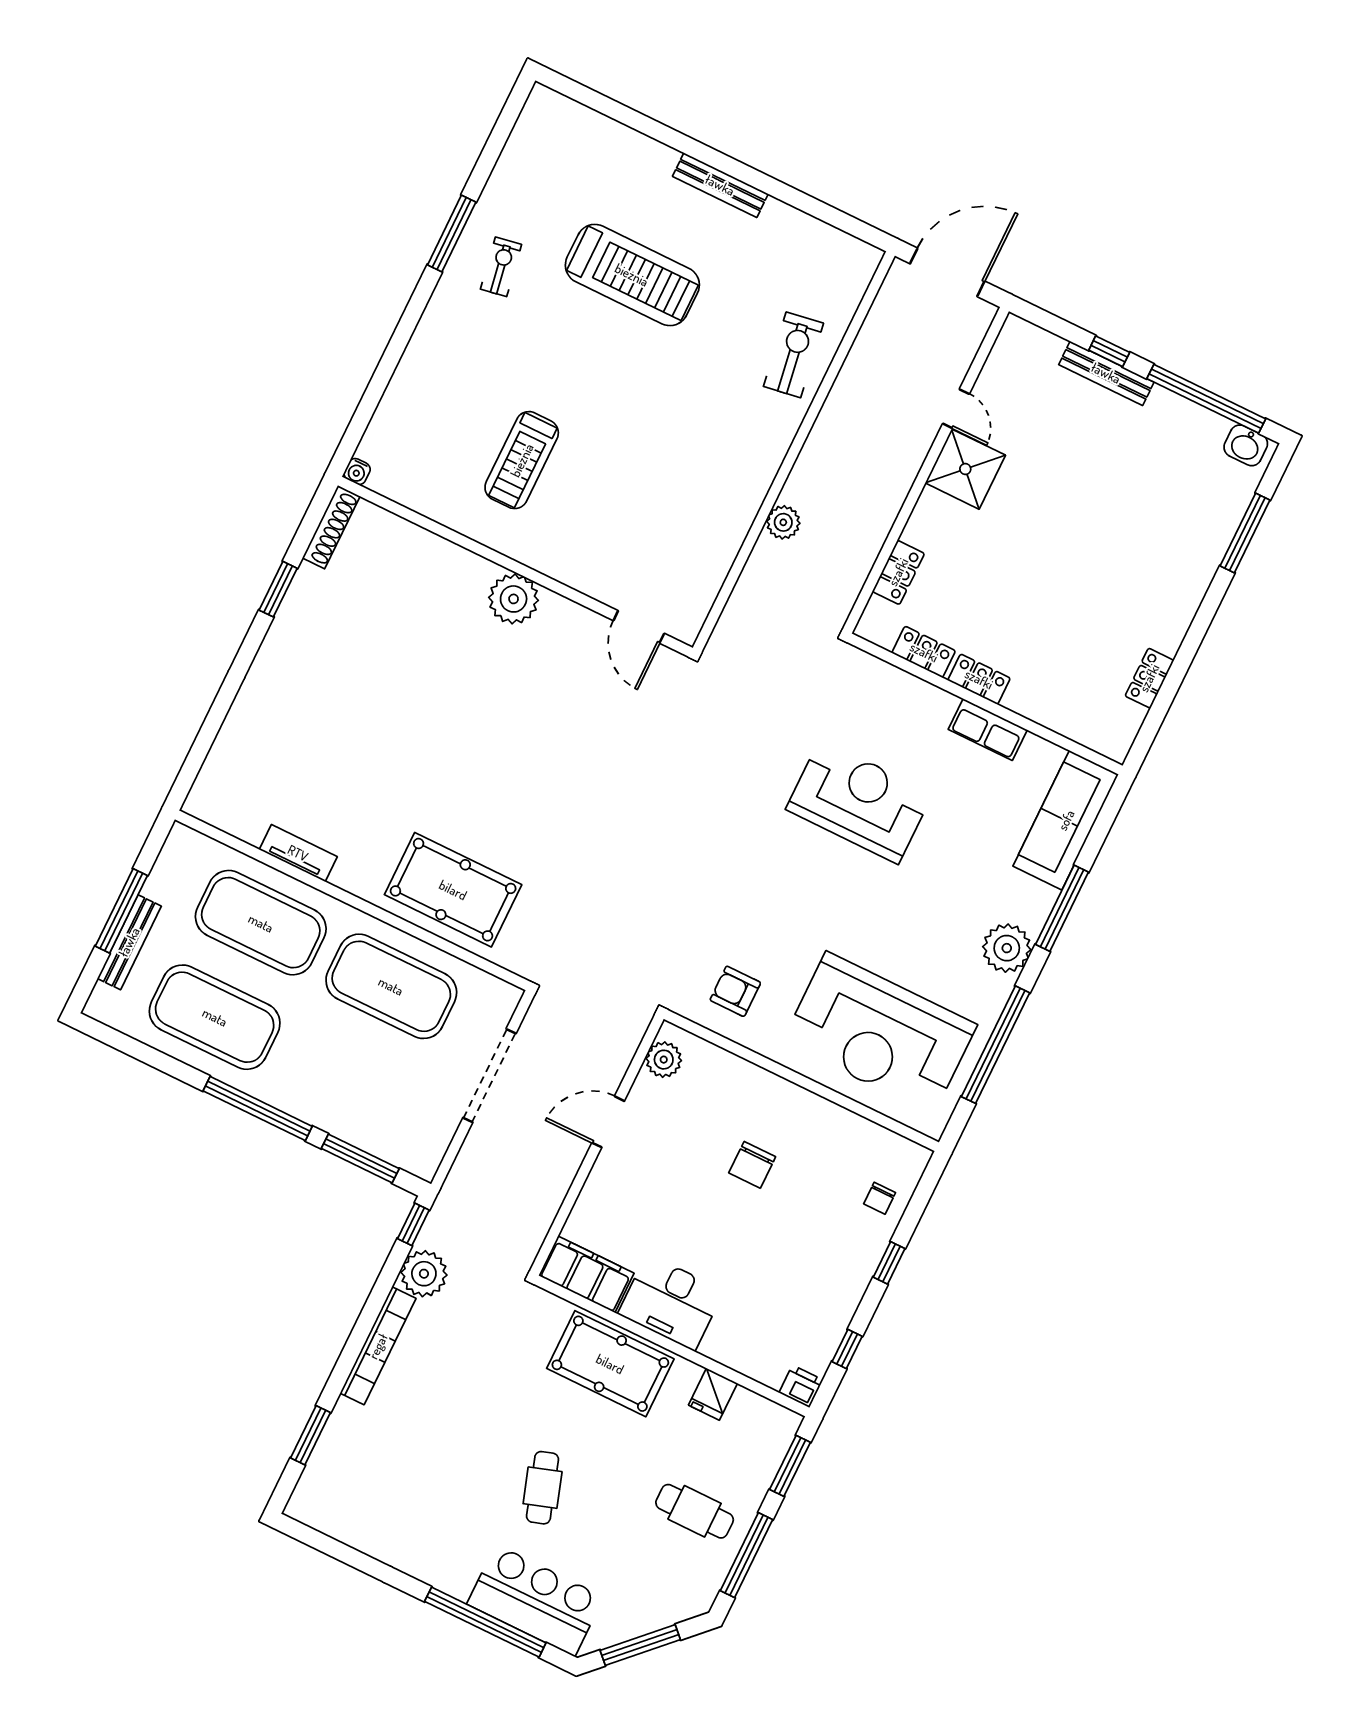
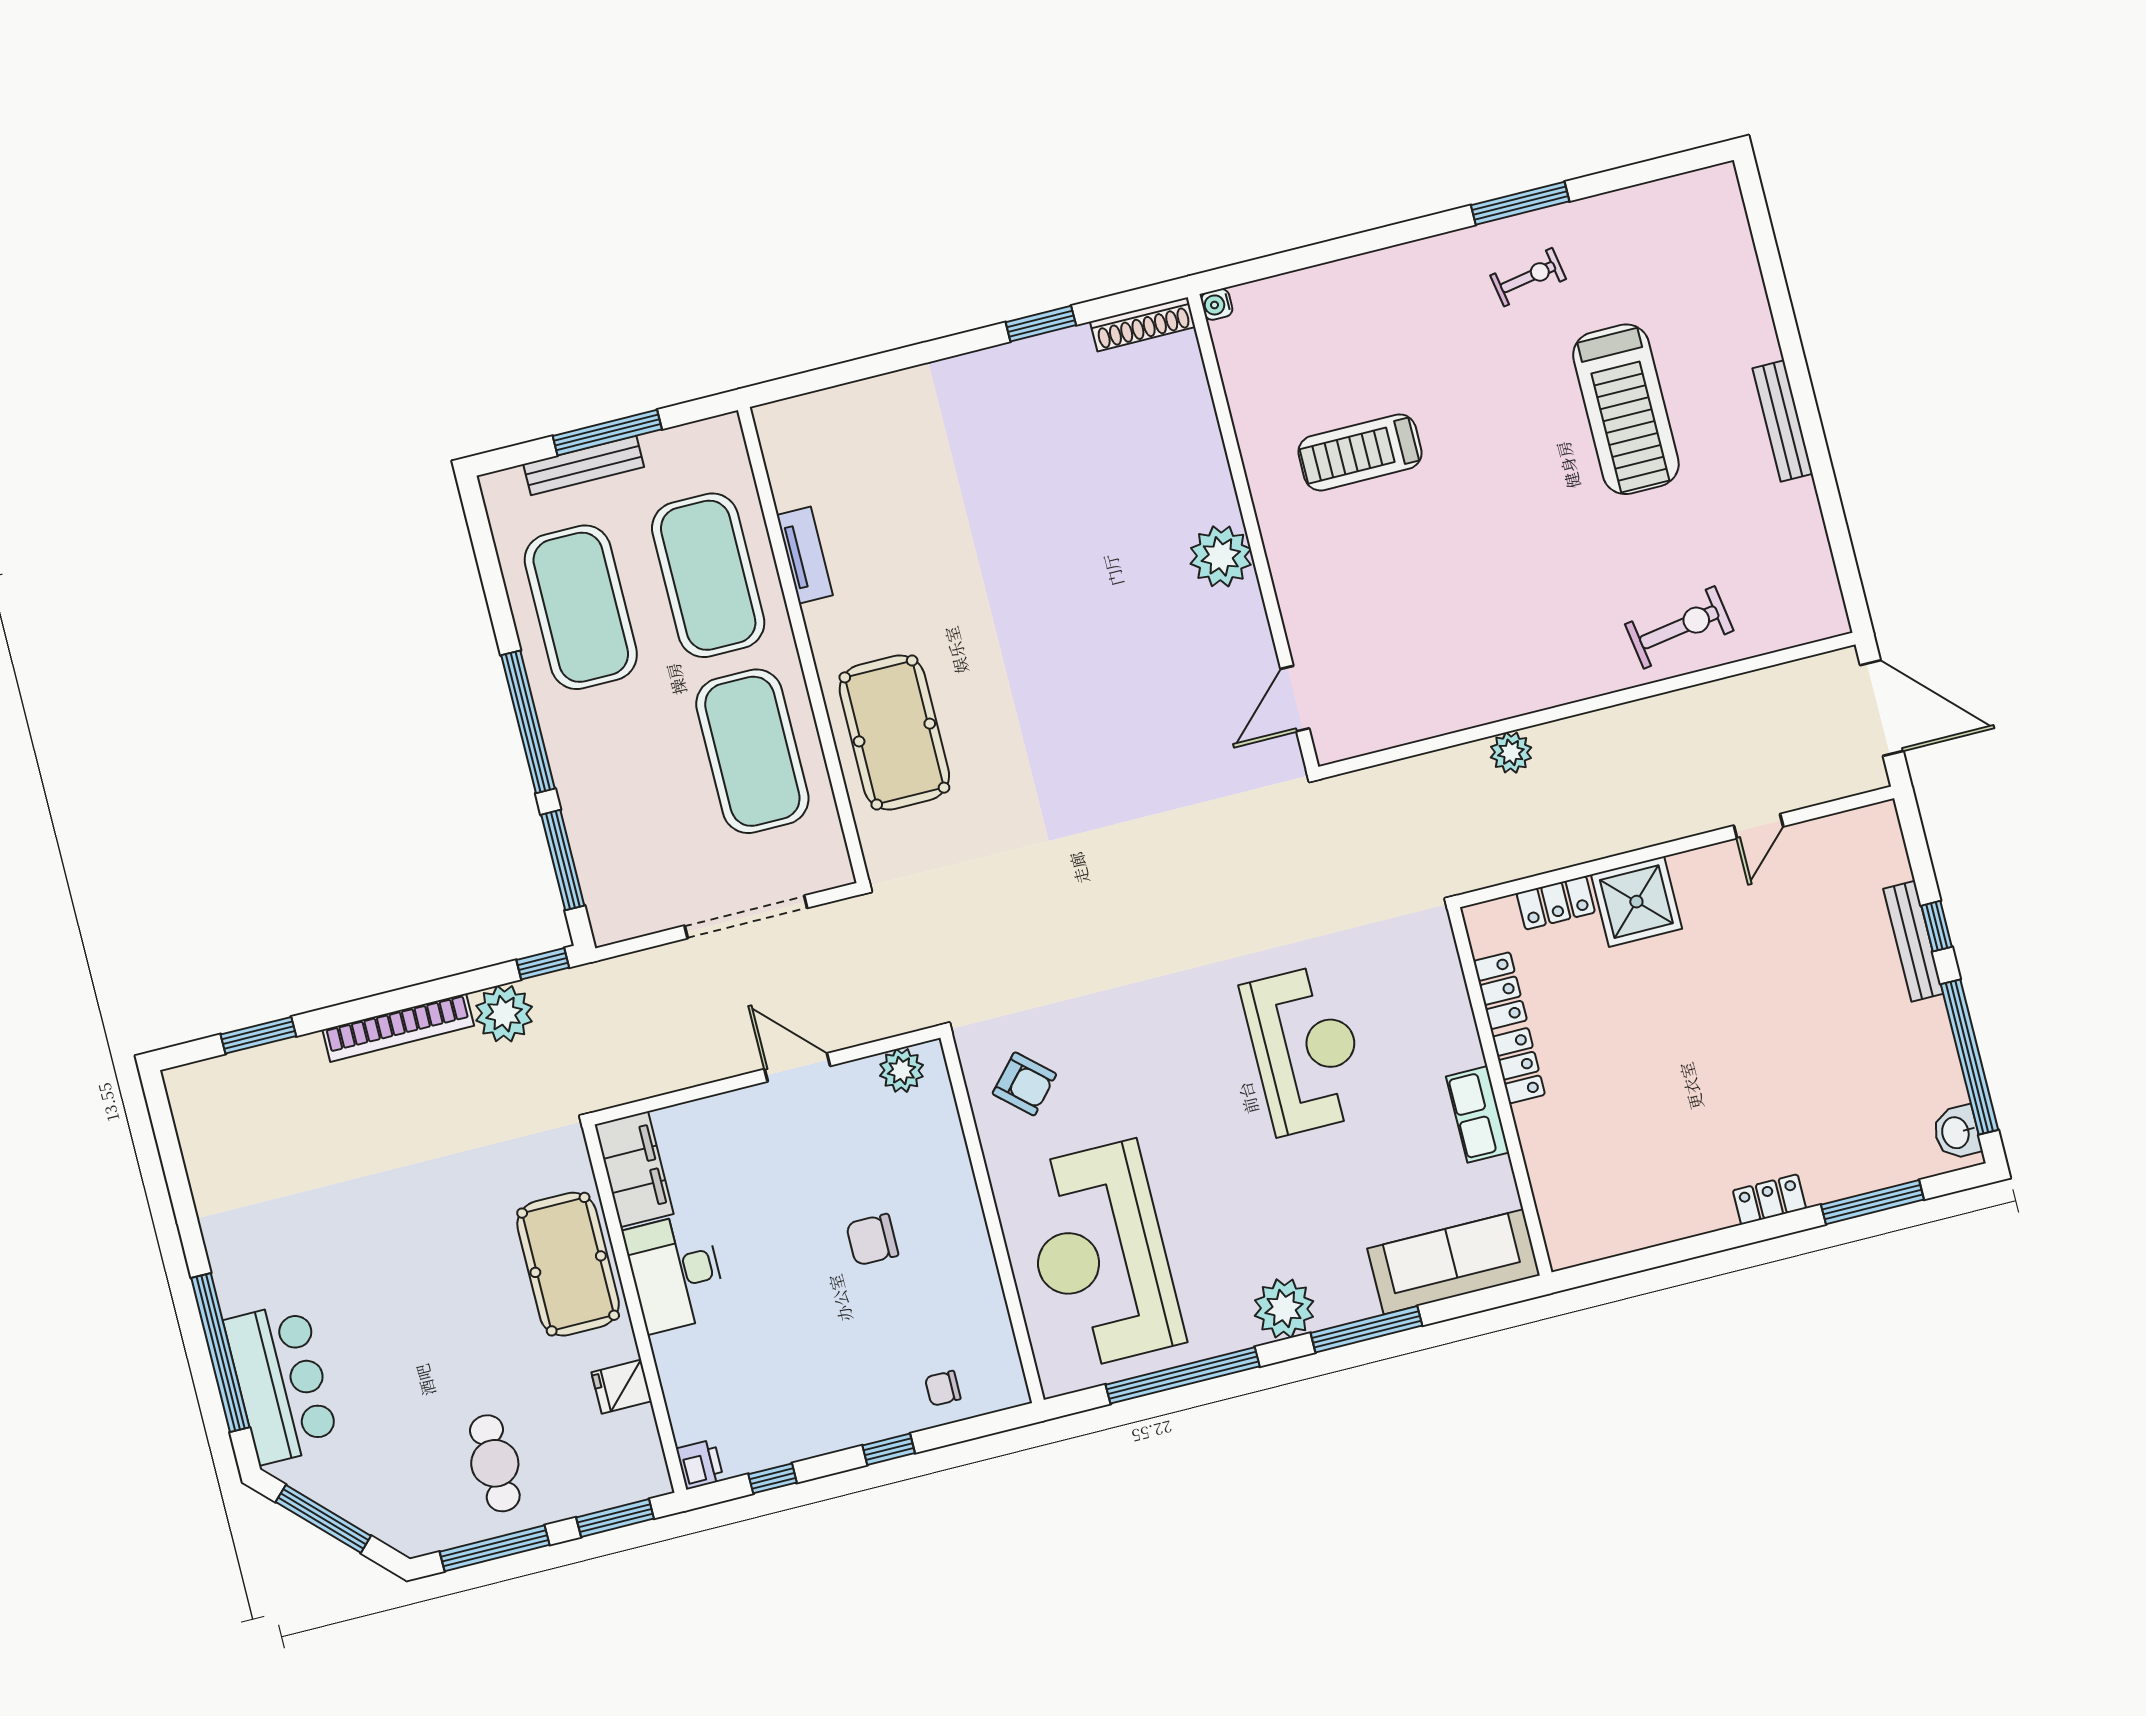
shower: (965, 469) -> (1636, 902), moved
locker: (1149, 678) -> (1769, 1199), moved
armchair: (735, 991) -> (1024, 1084), turned 132
cafe table: (543, 1488) -> (395, 1299), removed

